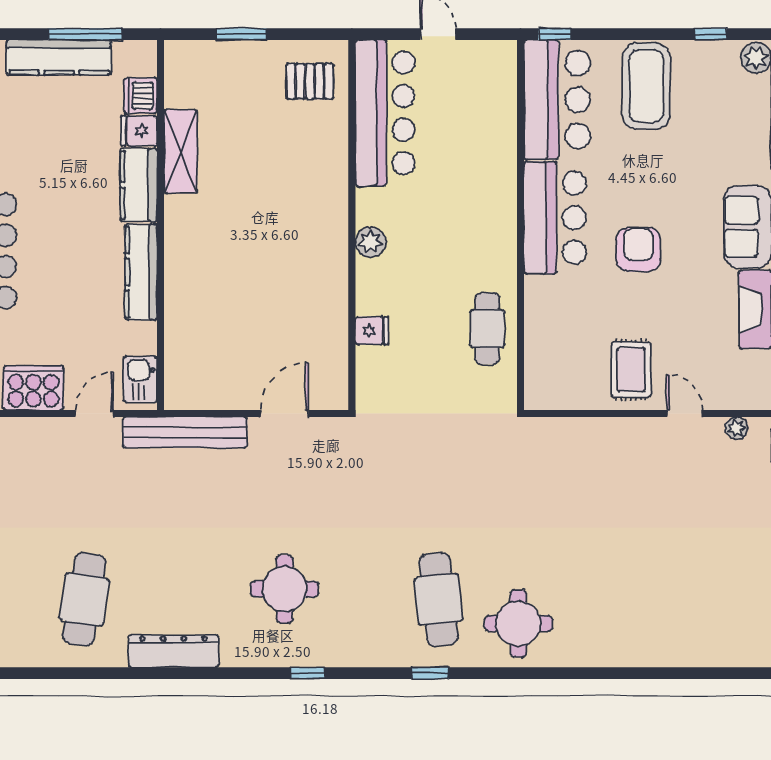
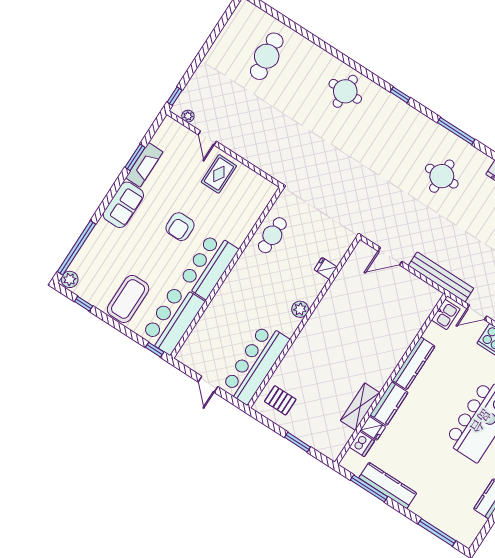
cafe table: (439, 599) -> (267, 56), moved
window: (308, 673) -> (456, 131), width x2.17

